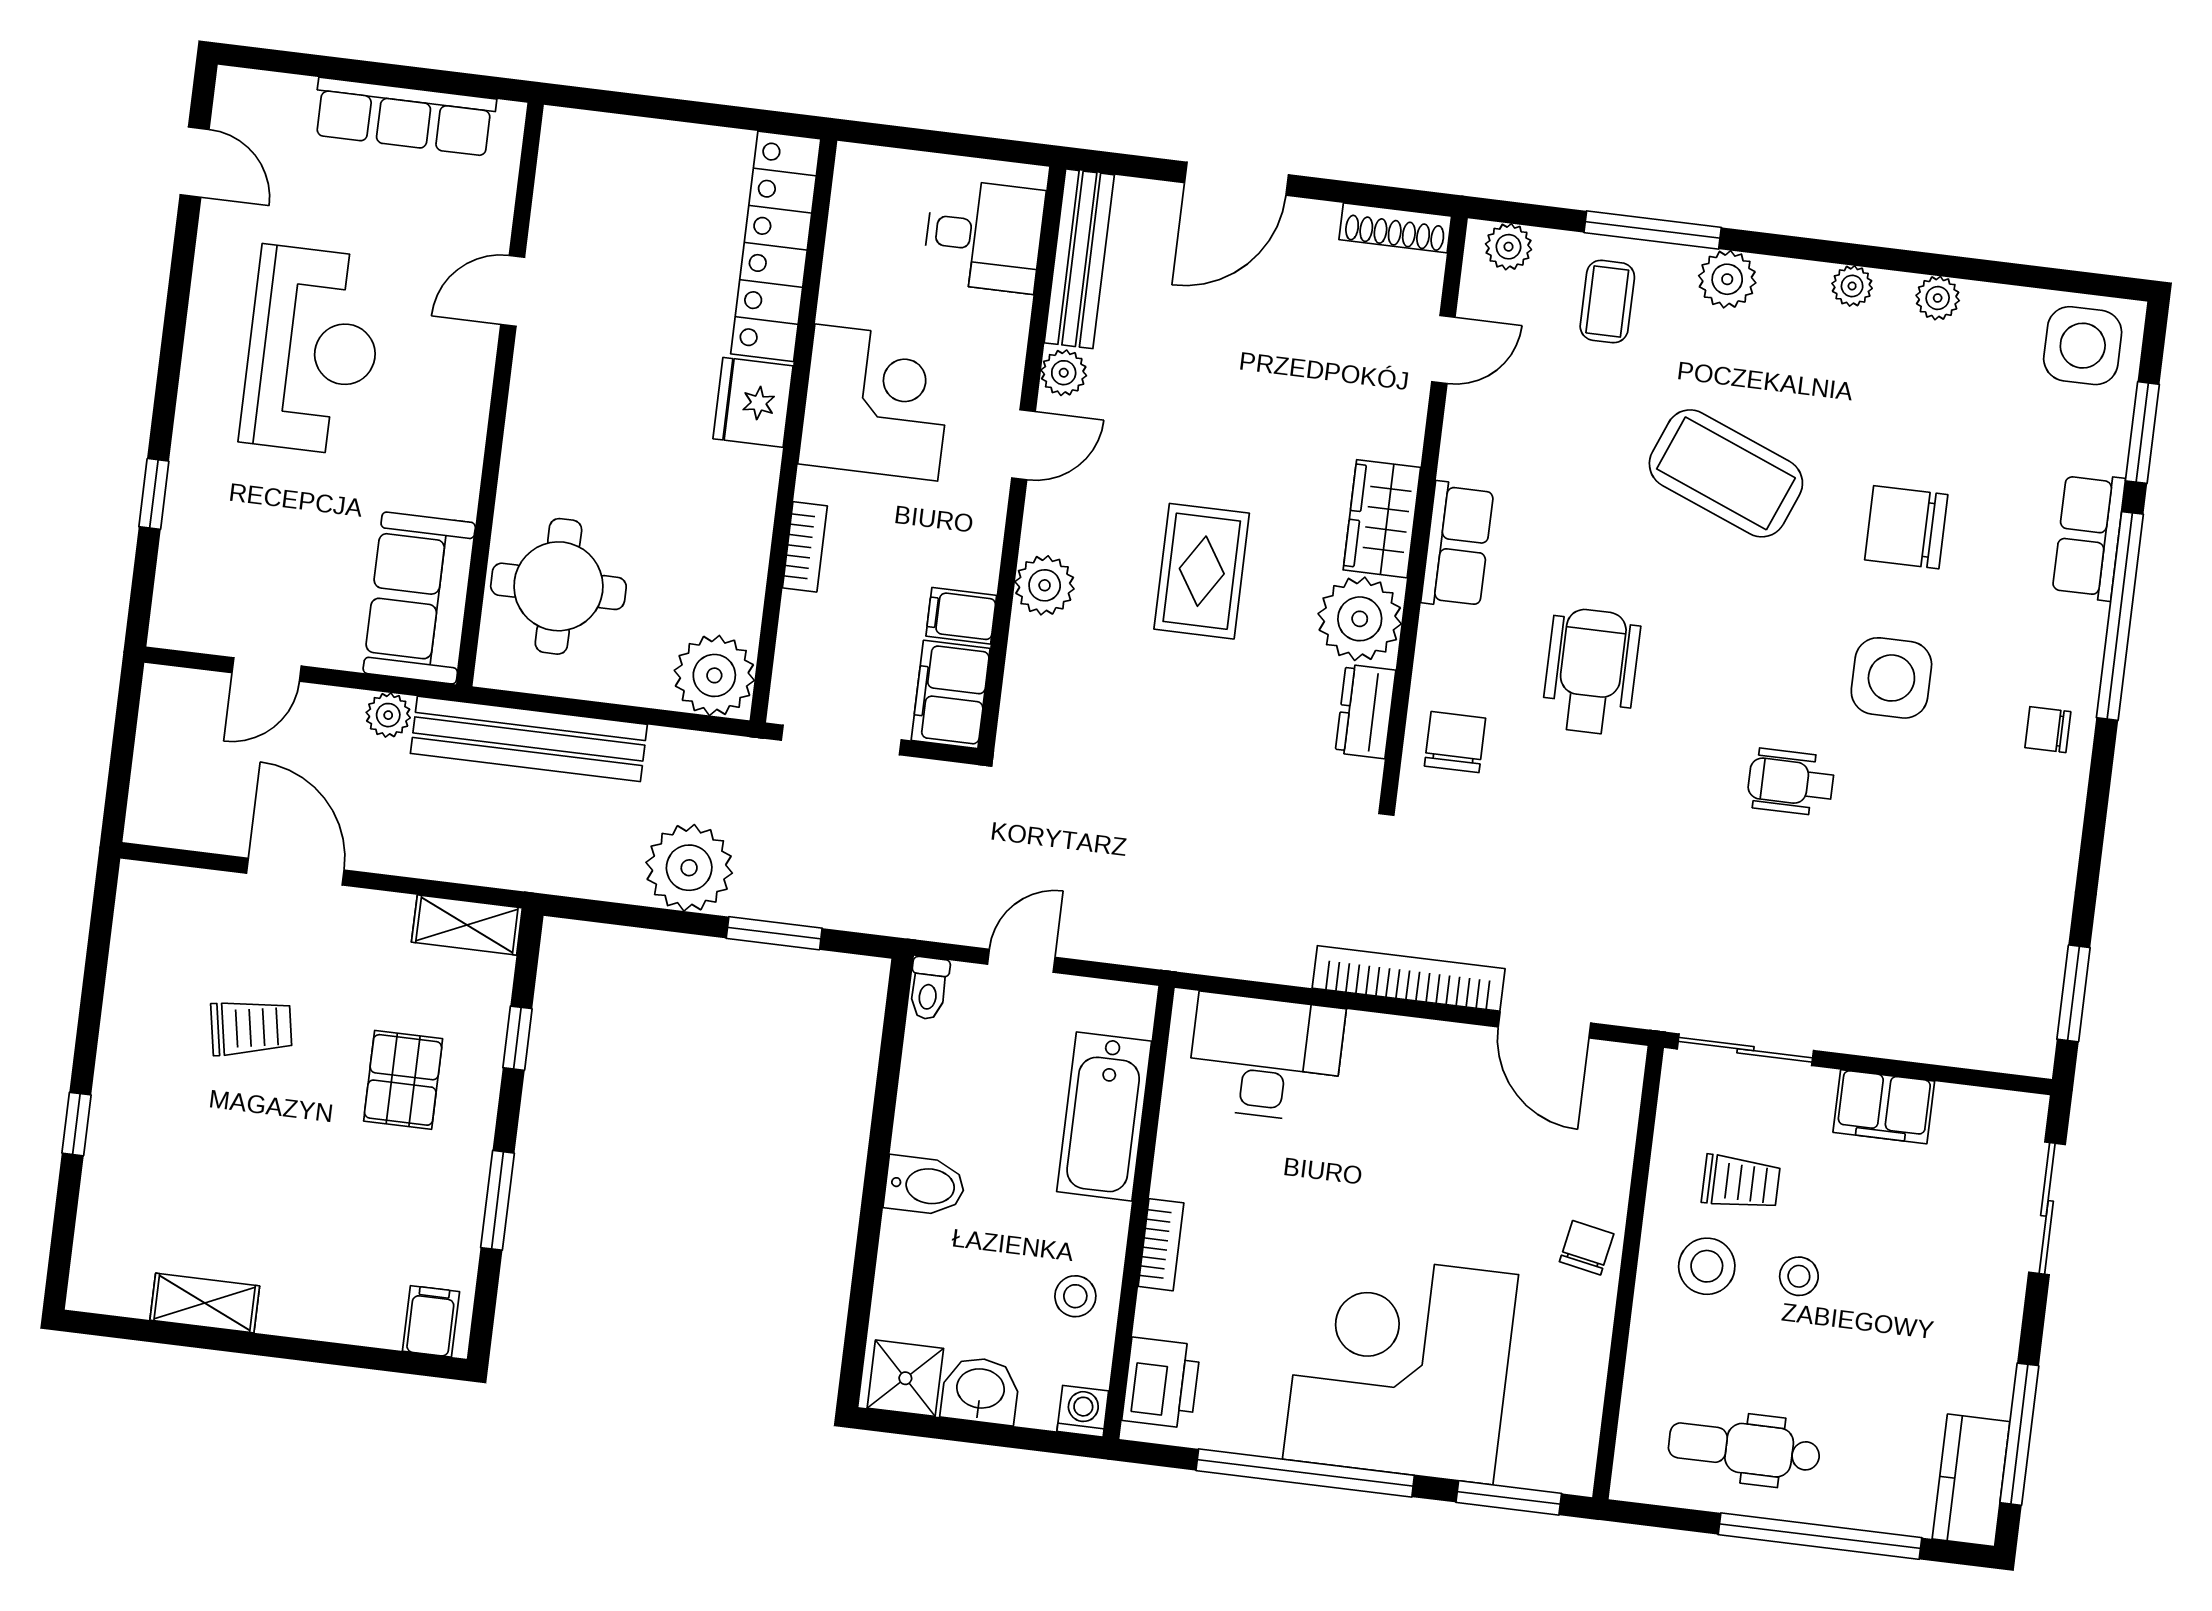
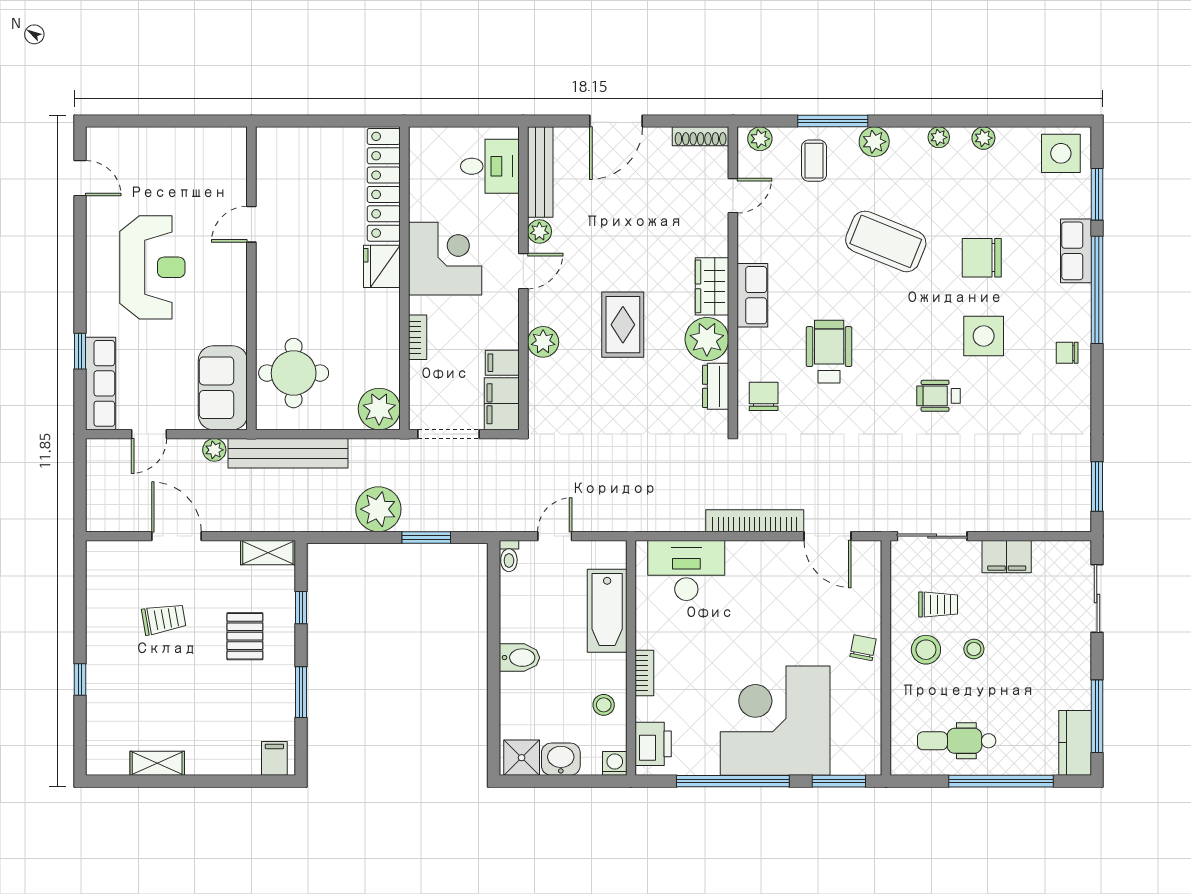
row of seats: (404, 117) -> (101, 383), moved, turned -90

